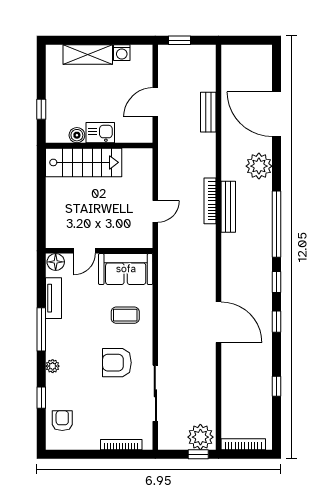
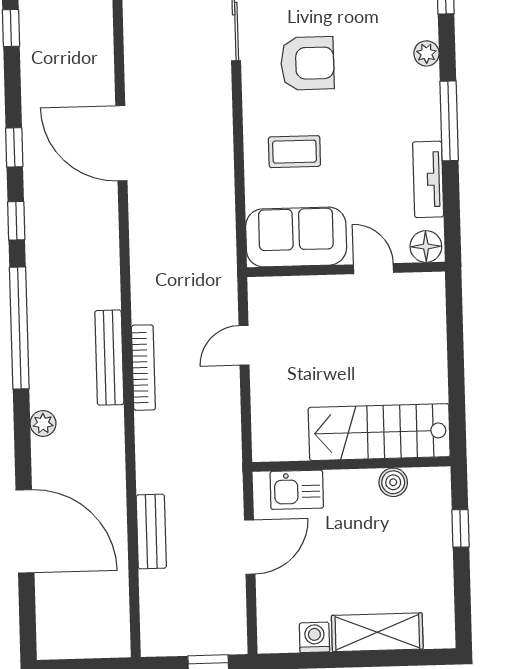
kitchen sink: (100, 133) -> (297, 490), moved
plant: (259, 166) -> (43, 423), width x0.53, depth x0.53
door: (84, 251) -> (373, 269), hinge flipped

